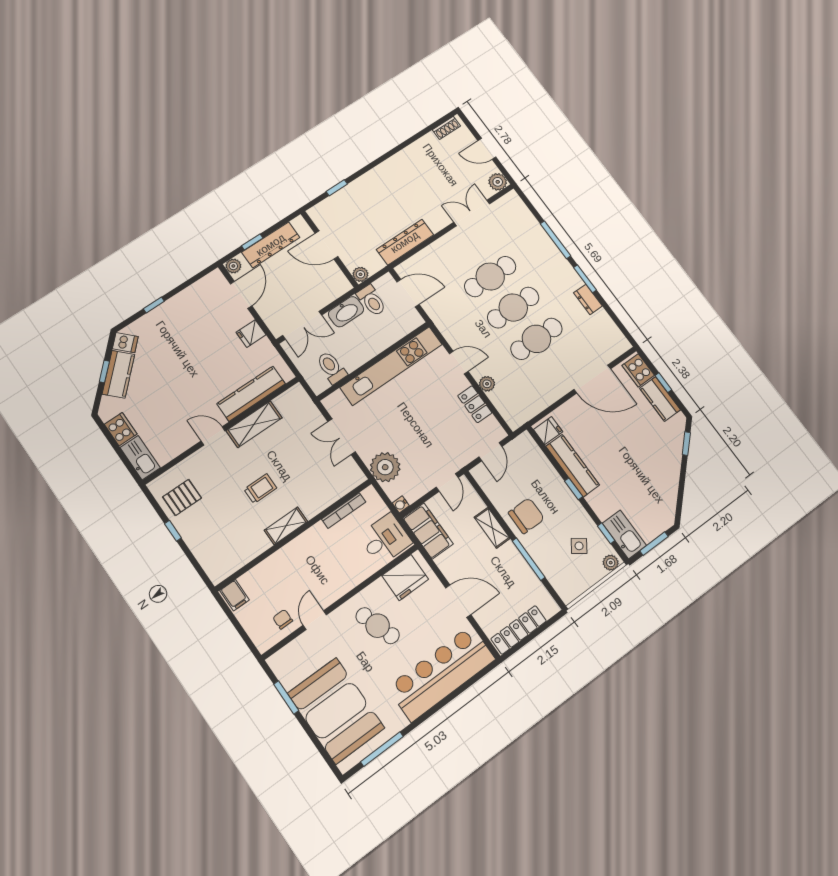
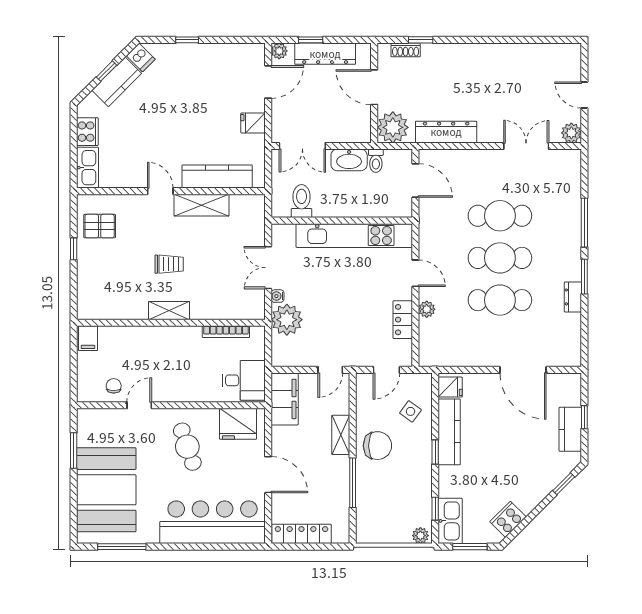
shoe rack: (446, 128) -> (406, 50), moved
plant: (360, 274) -> (393, 127), width x1.87, depth x1.87
toilet: (372, 301) -> (376, 161), width x0.73, depth x0.72
cooker: (638, 370) -> (508, 519), moved, turned 45
water cooler: (401, 504) -> (277, 296), moved
side table: (579, 546) -> (410, 411), moved

